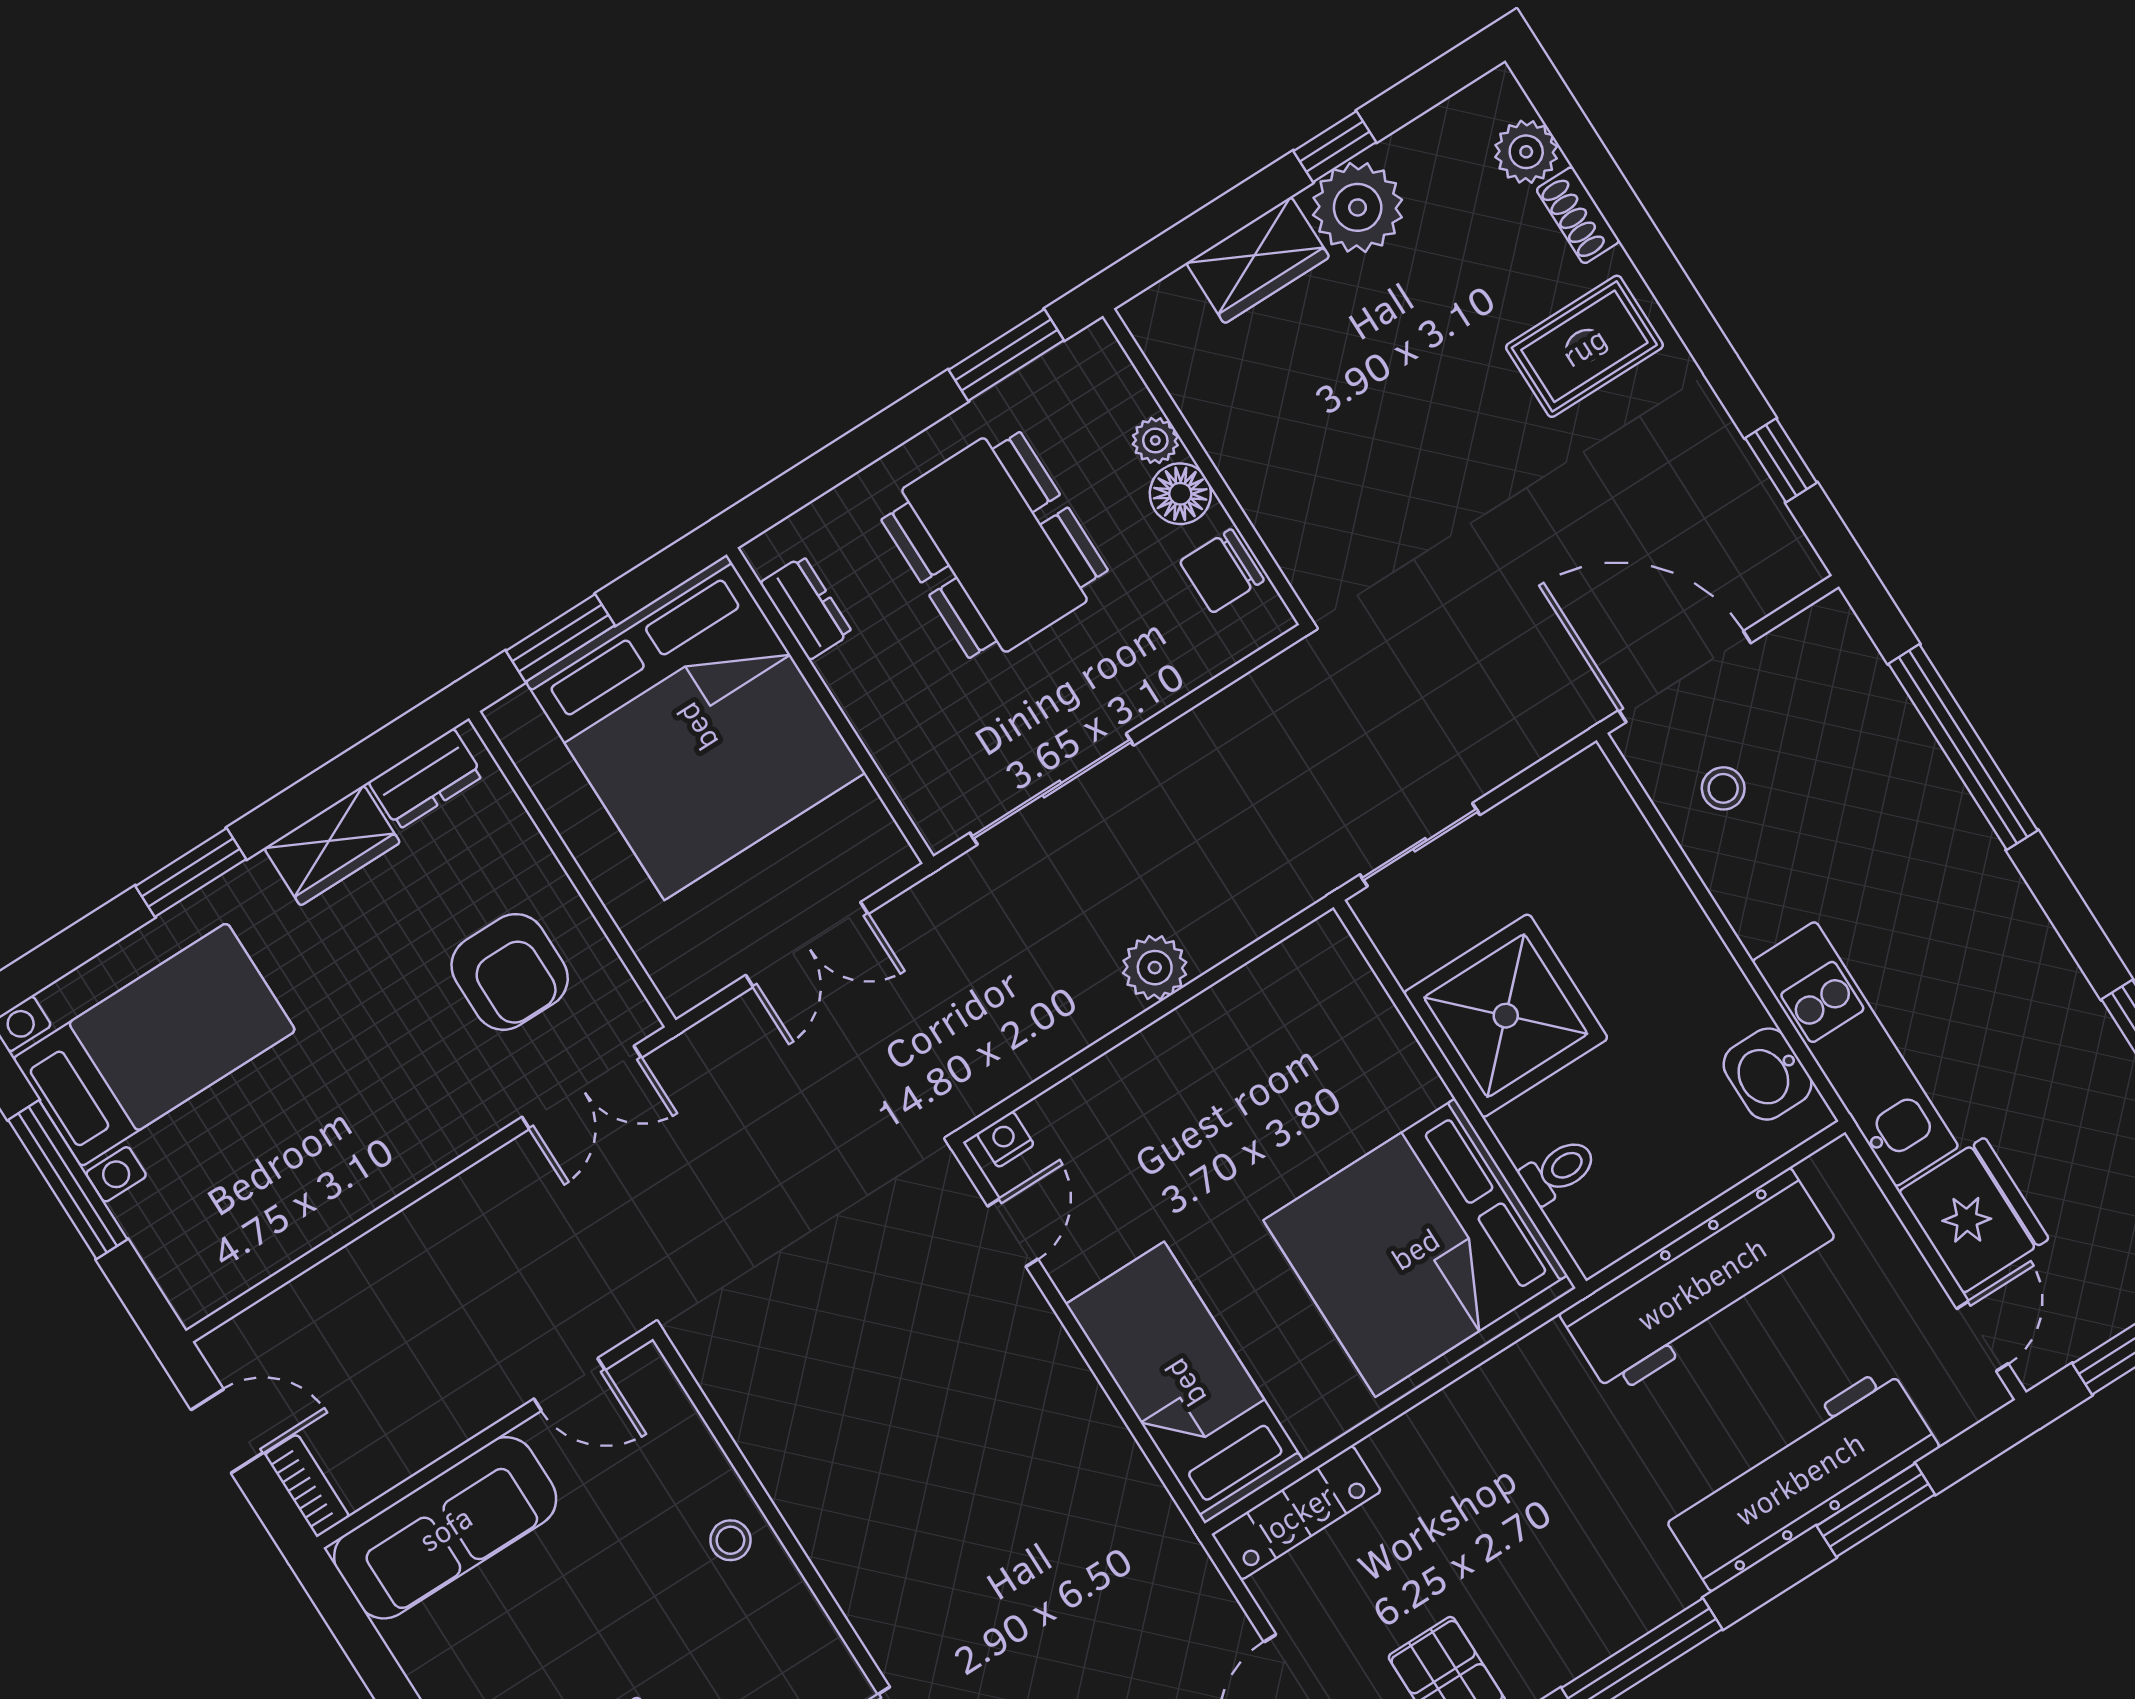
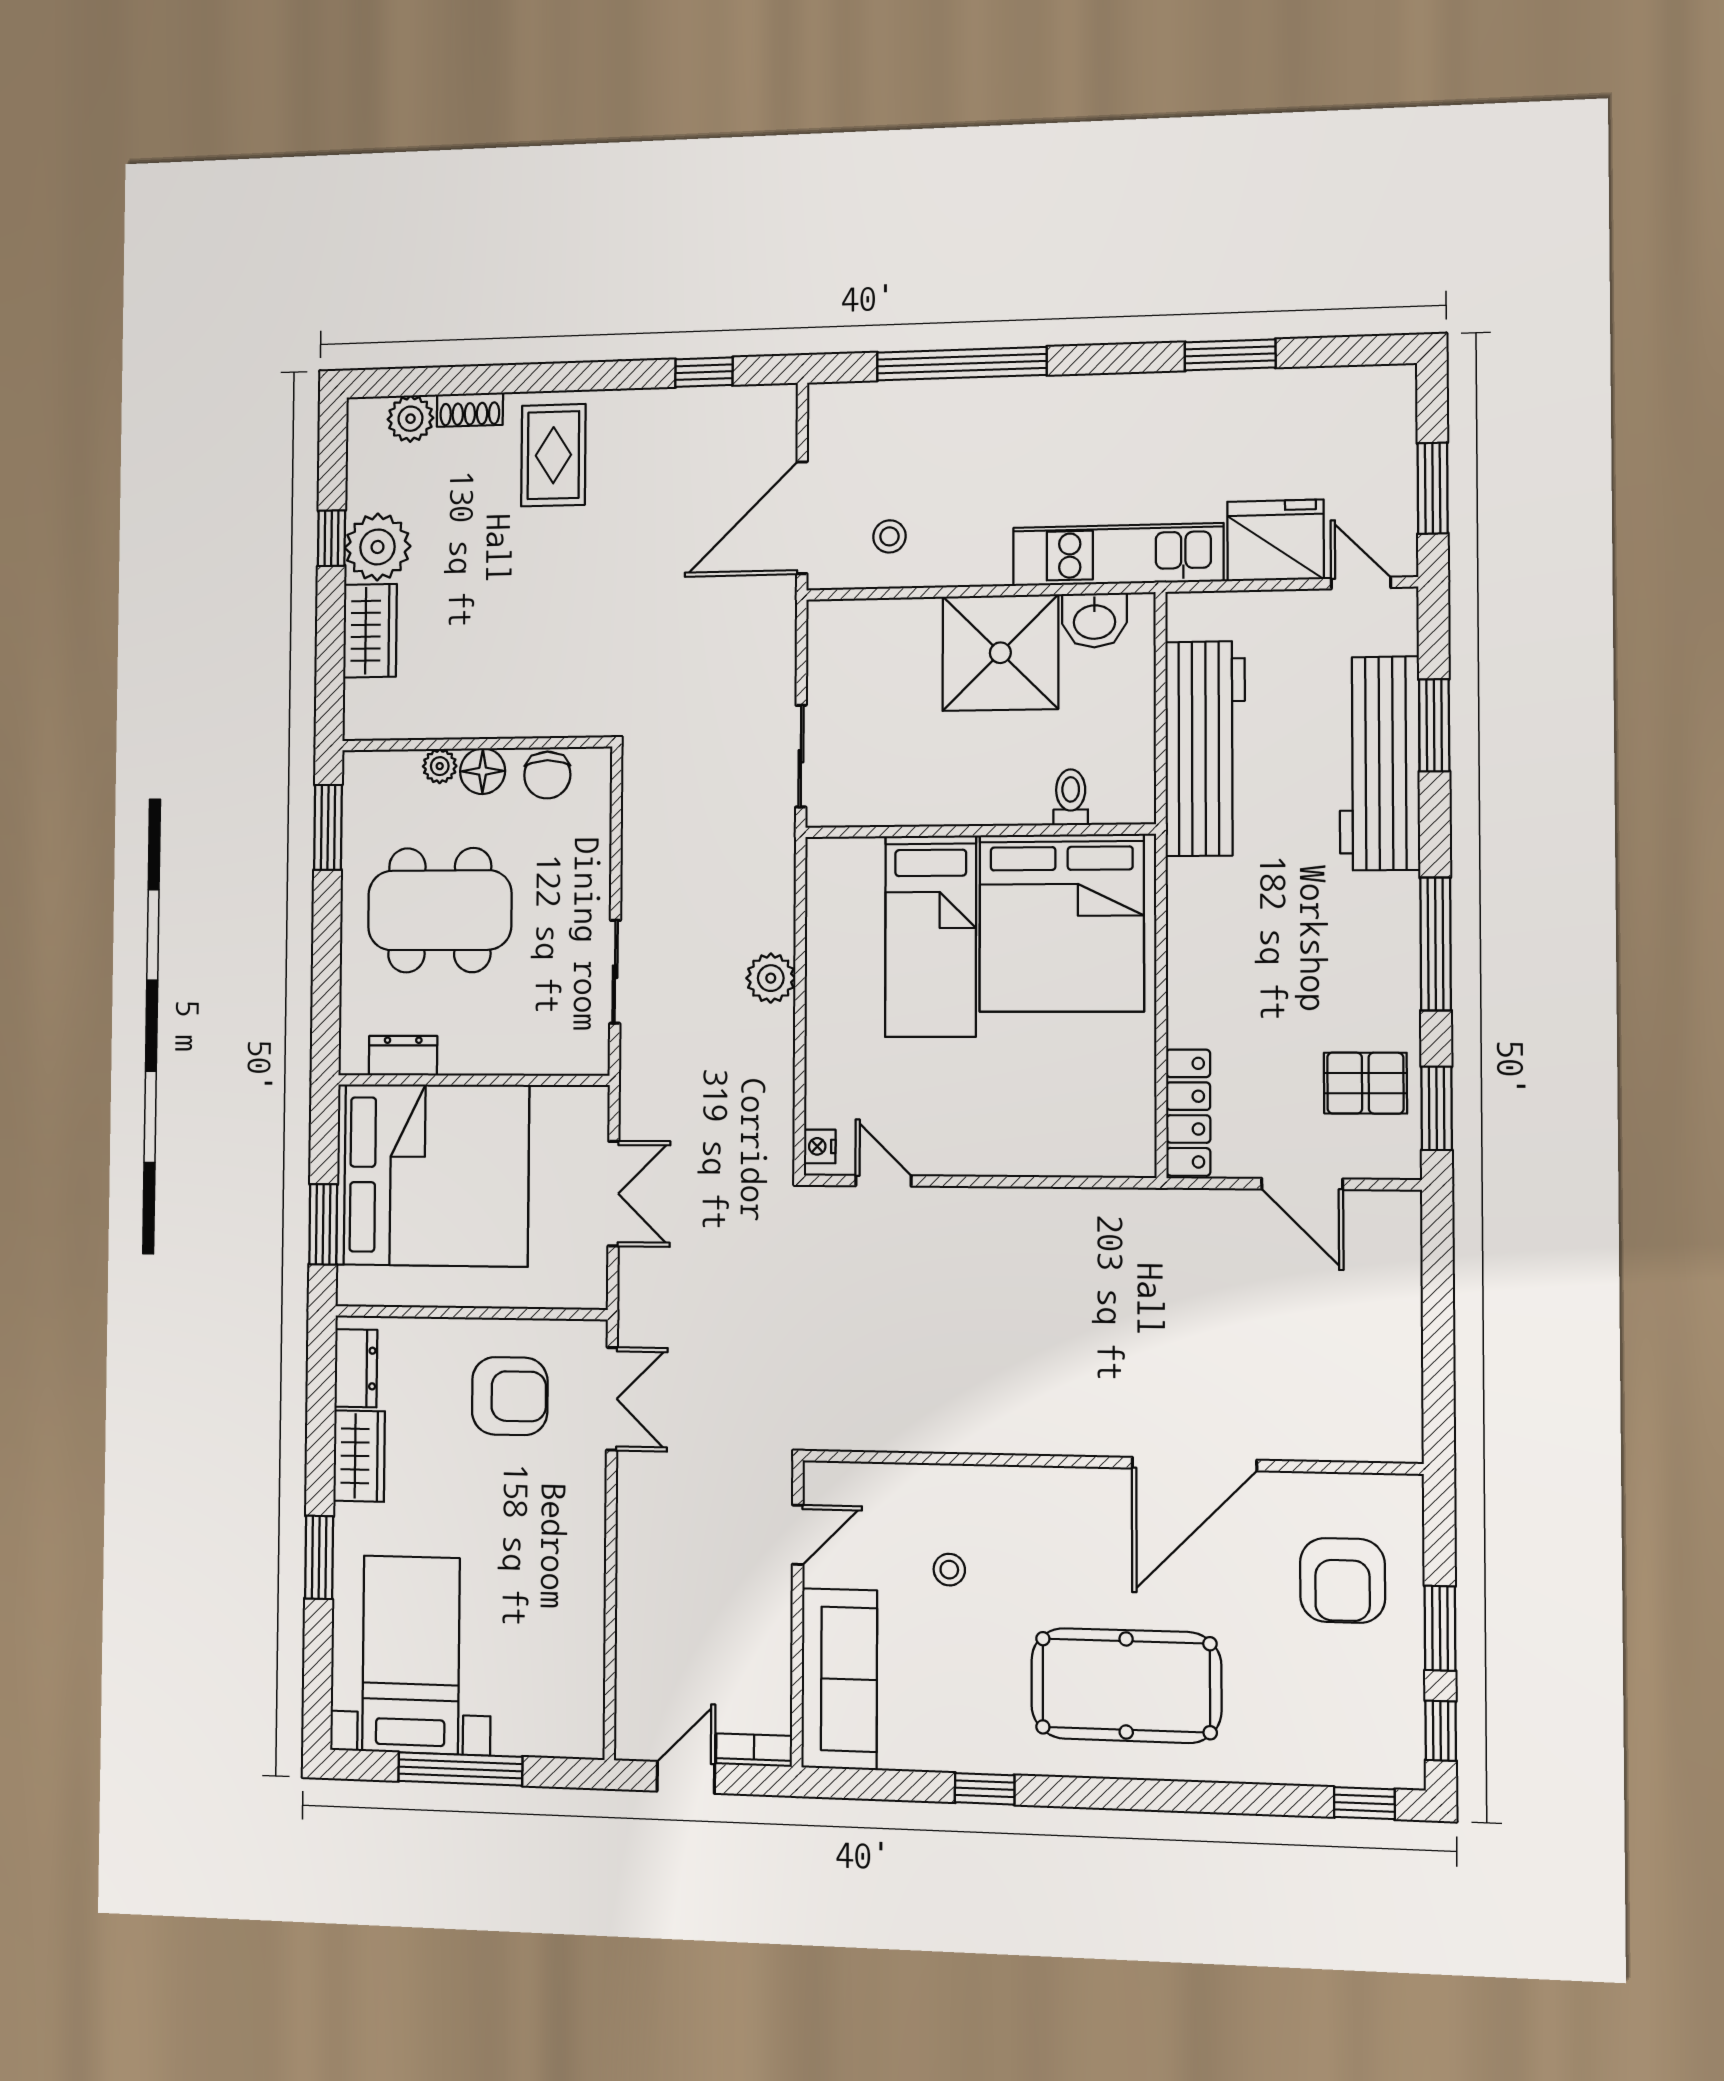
sliding door: (1052, 789) -> (615, 972), width x0.73
shower: (1506, 1016) -> (1000, 653), moved
bed: (1184, 1383) -> (931, 936), moved, turned -90
stool: (730, 1540) -> (949, 1570), moved

